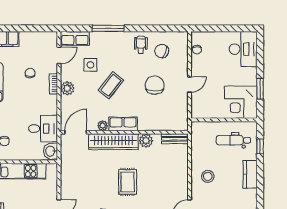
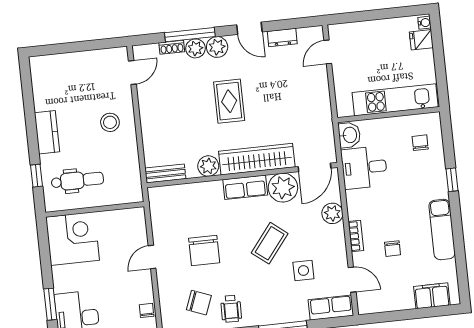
door: (59, 55) -> (352, 280), swing flipped
plant: (67, 88) -> (332, 213), moved
window: (260, 89) -> (50, 304), moved
plant: (103, 126) -> (283, 188), width x1.87, depth x1.87

